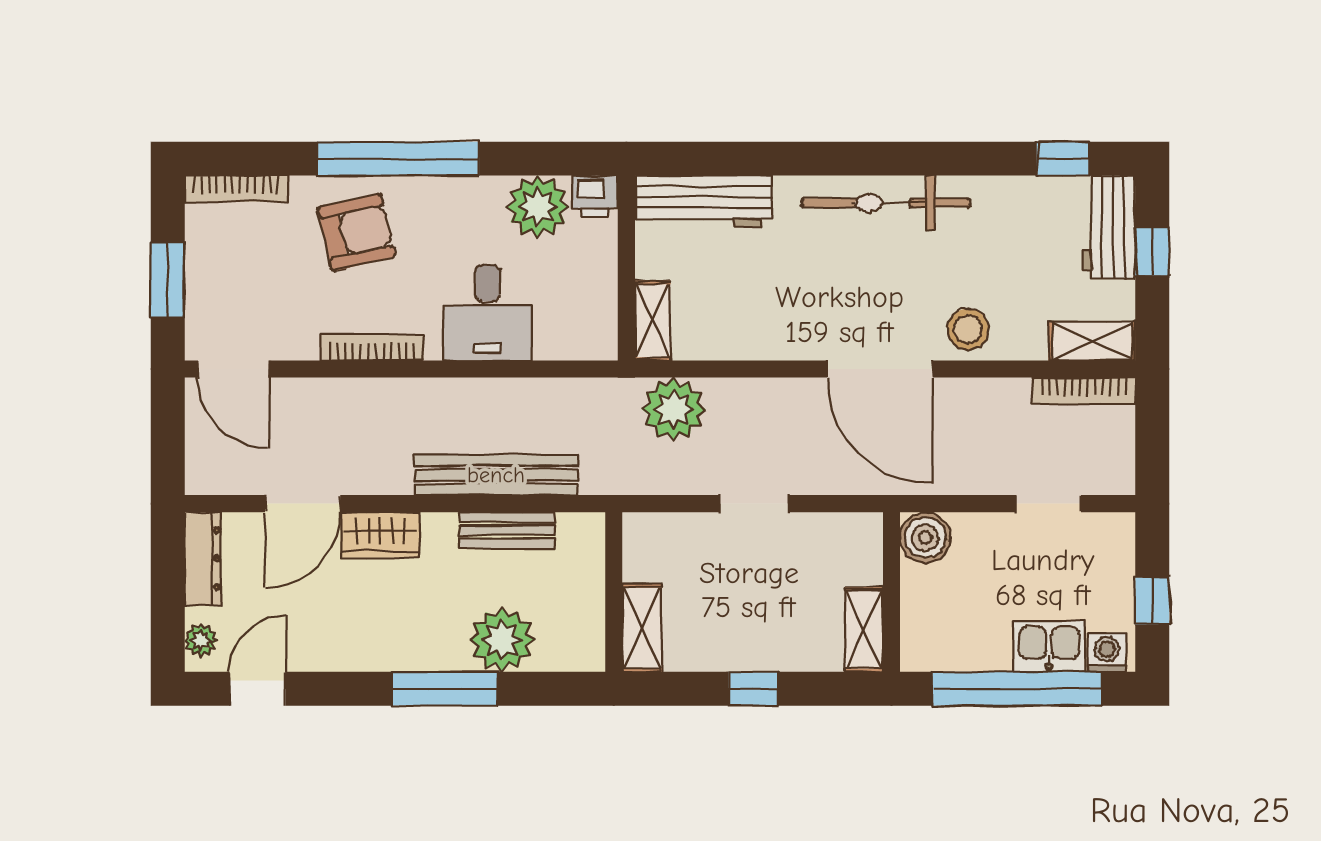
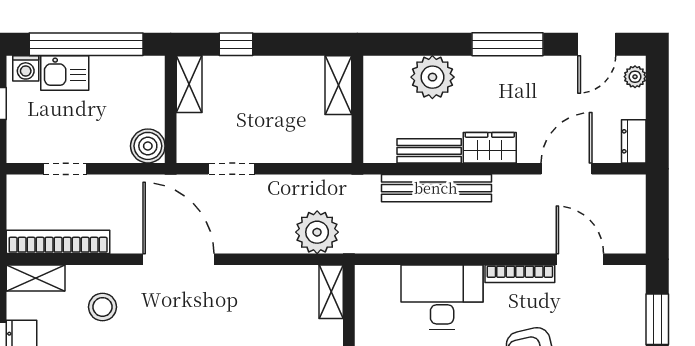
desk: (488, 313) -> (442, 297), width x1.37
stool: (968, 329) -> (102, 307), moved
door: (233, 369) -> (580, 259), moved
bookcase: (1084, 391) -> (58, 242), width x1.48, depth x1.31
doorway: (754, 504) -> (232, 169), moved
wardrobe: (380, 535) -> (490, 148), moved
dresser: (203, 559) -> (634, 141), width x0.70
window: (445, 689) -> (507, 44), moved
window: (753, 689) -> (236, 44), moved

